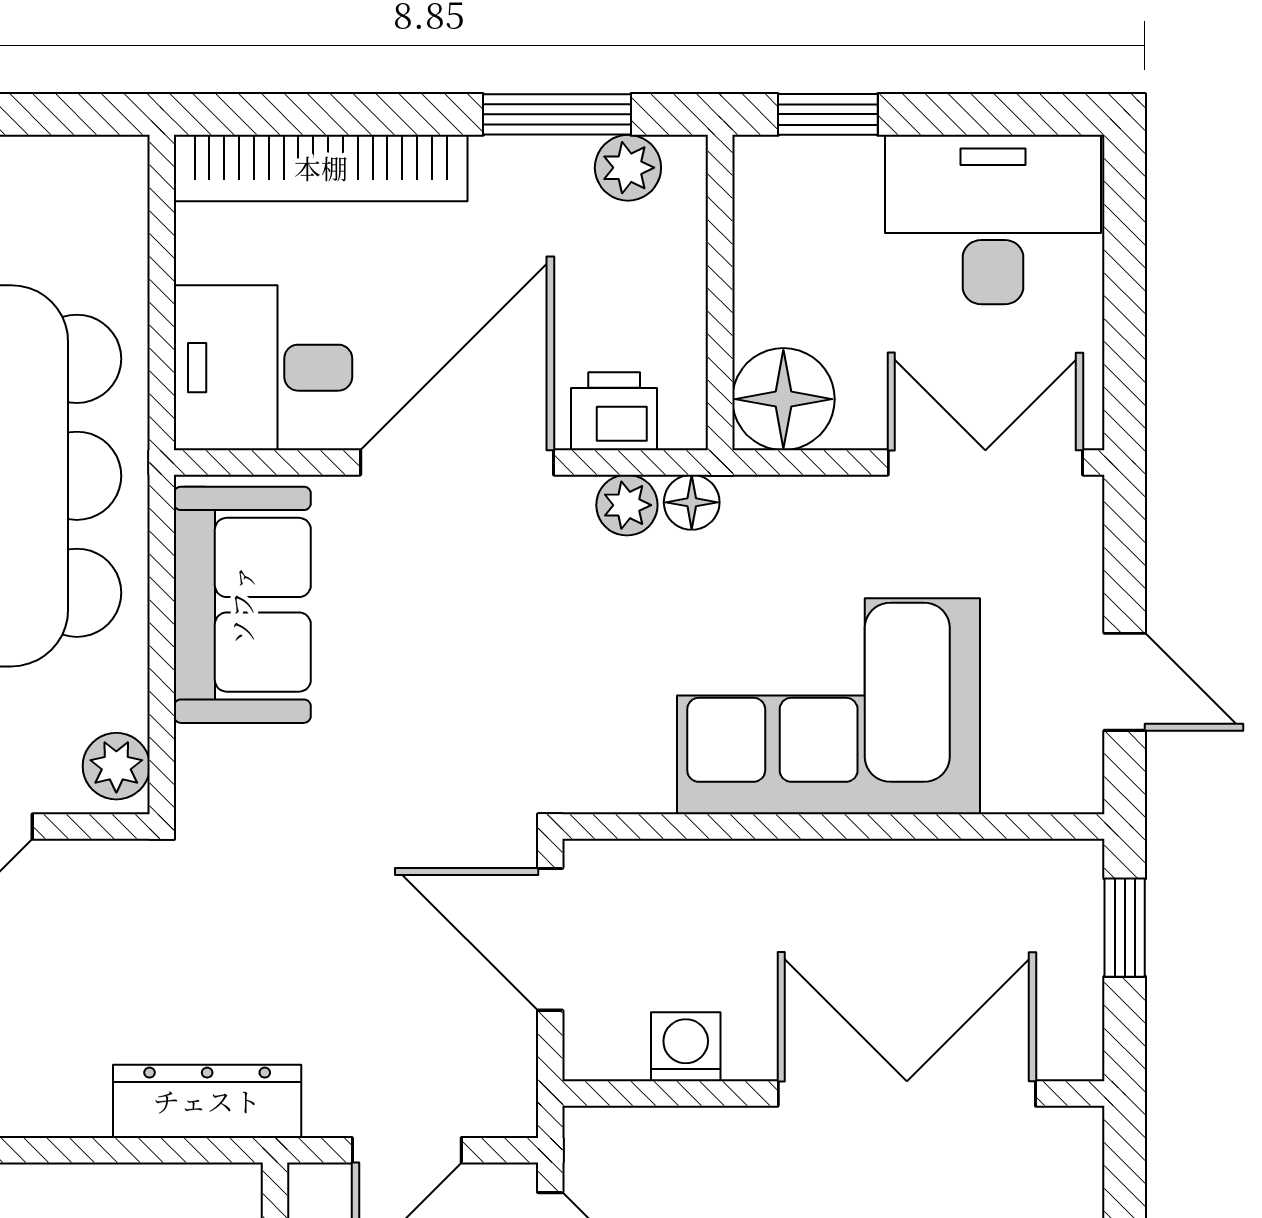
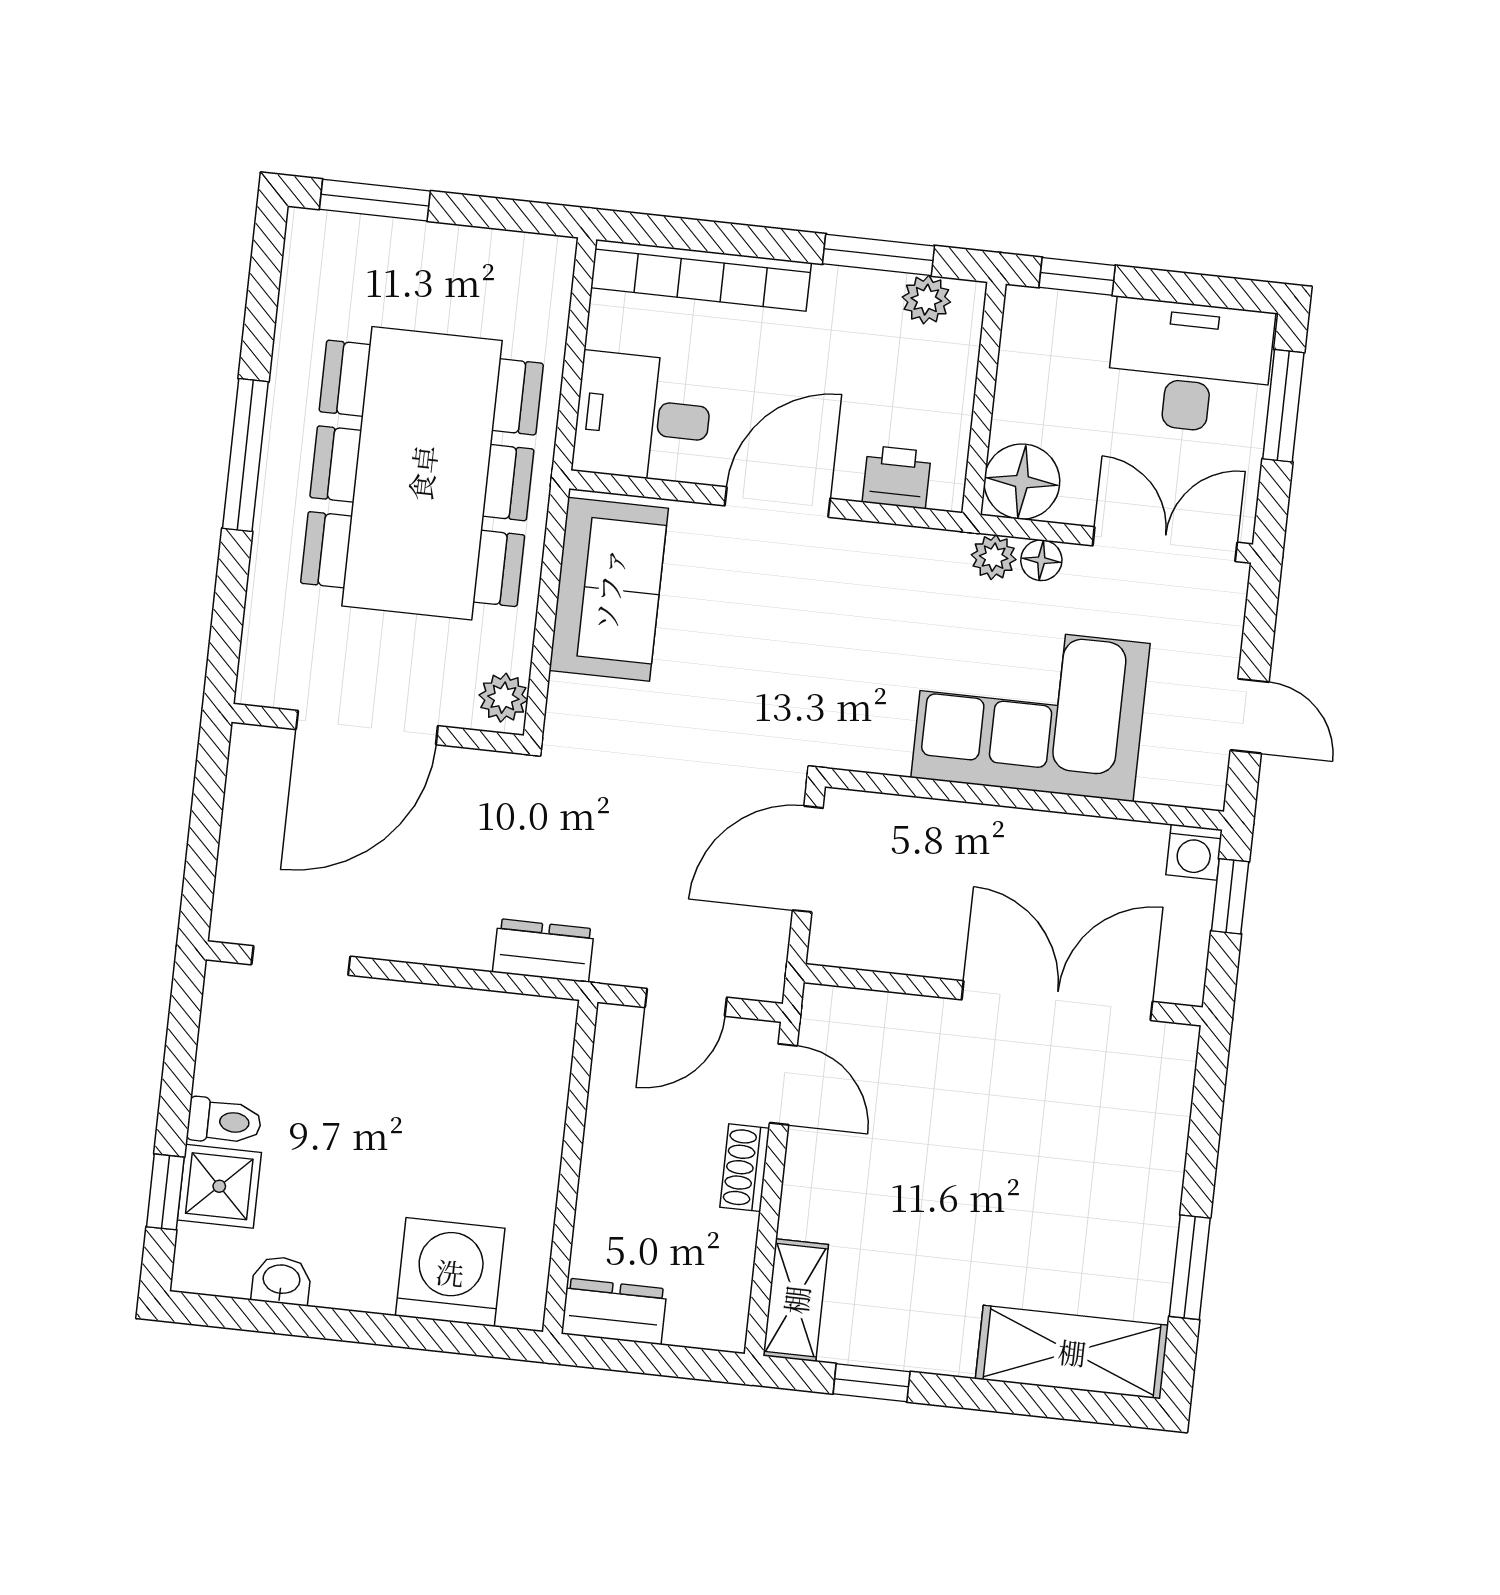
window: (1125, 259) -> (1283, 406), added
door: (457, 462) -> (777, 502), width x0.73
floor lamp: (692, 502) -> (1041, 560), moved
plant: (627, 505) -> (994, 557), moved
door: (550, 939) -> (808, 859), hinge flipped
washing machine: (686, 1047) -> (1194, 852), moved, turned 180
dresser: (207, 1101) -> (543, 951), width x0.70

